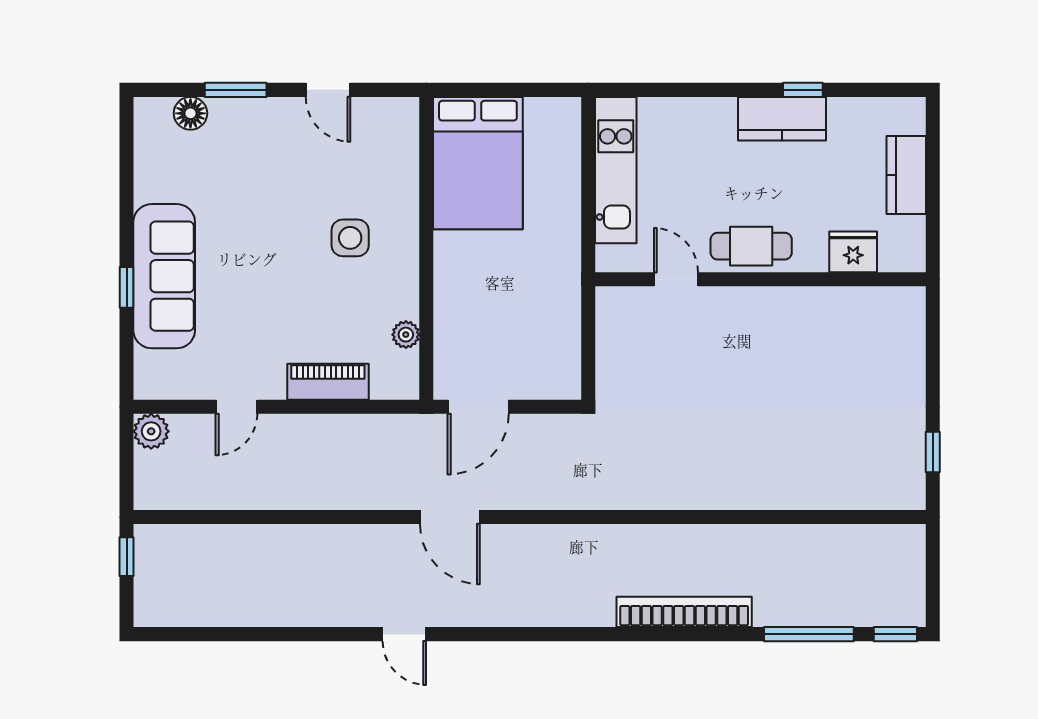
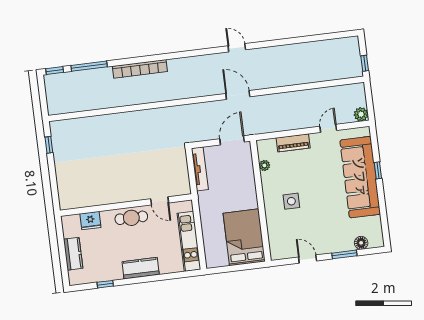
window: (803, 90) -> (105, 284), moved
kitchen counter: (782, 119) -> (141, 268), moved
sofa: (164, 276) -> (360, 177), width x1.36, depth x1.27
tv unit: (567, 346) -> (200, 169), added
door: (404, 634) -> (237, 48), moved

